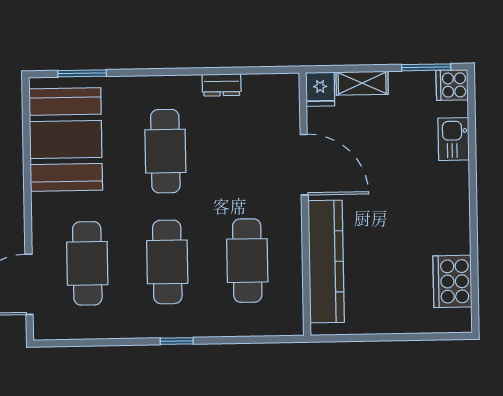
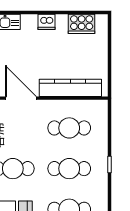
door: (304, 165) -> (21, 98), hinge flipped
dishwasher: (455, 212) -> (47, 22), added

